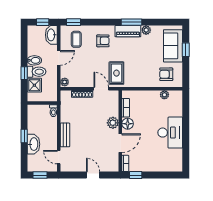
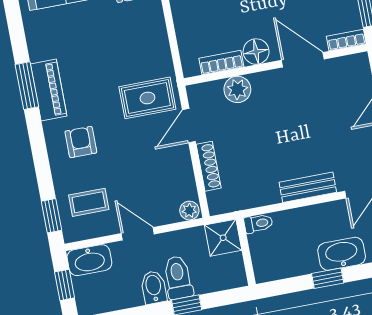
plant: (146, 30) -> (38, 50), removed
shower: (34, 85) -> (223, 238), moved
plant: (113, 123) -> (237, 89), moved

